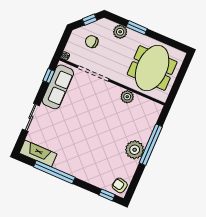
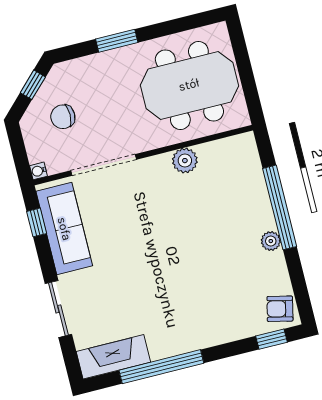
plant: (120, 32) -> (96, 67), removed
meeting table: (152, 68) -> (189, 85), turned 90
plant: (135, 150) -> (271, 241), width x0.53, depth x0.53

